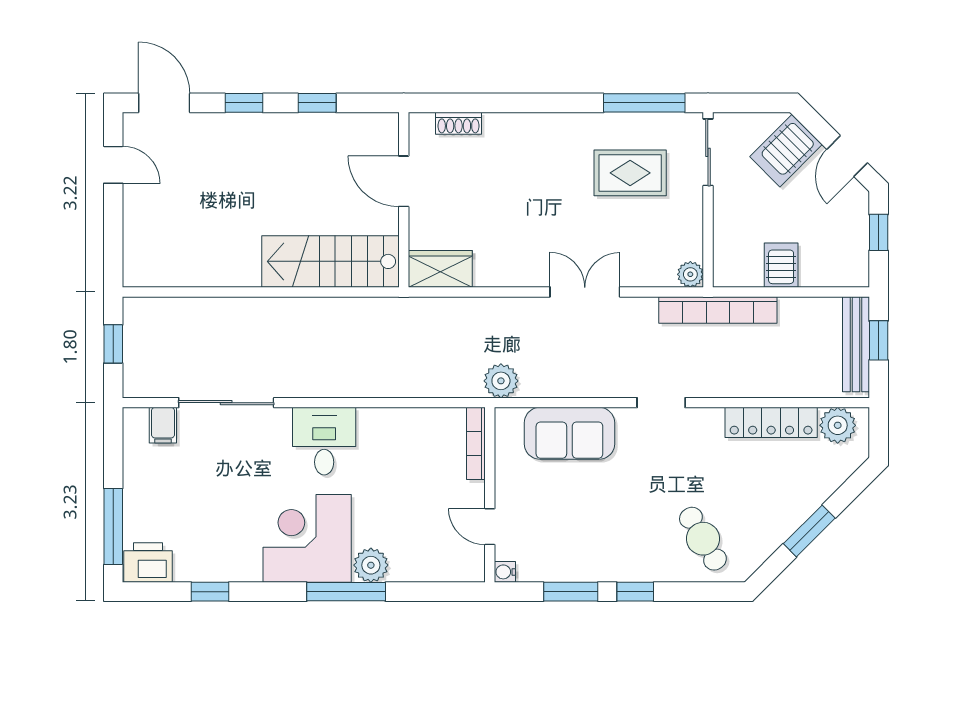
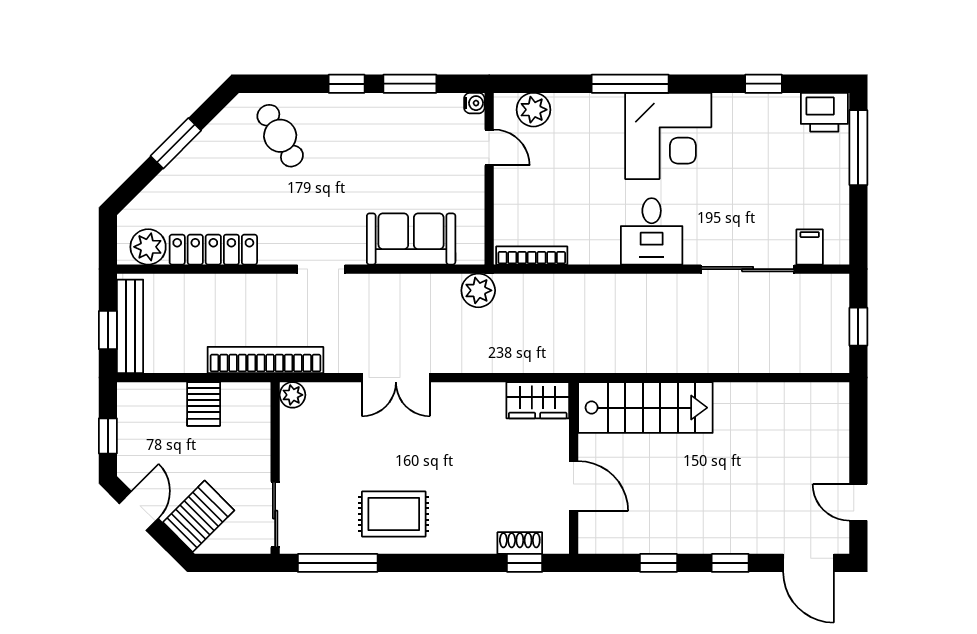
window: (454, 103) -> (525, 563), added
rug: (630, 173) -> (394, 514), moved
bookcase: (476, 443) -> (532, 255), moved, turned -90
plant: (371, 565) -> (533, 110), moved

